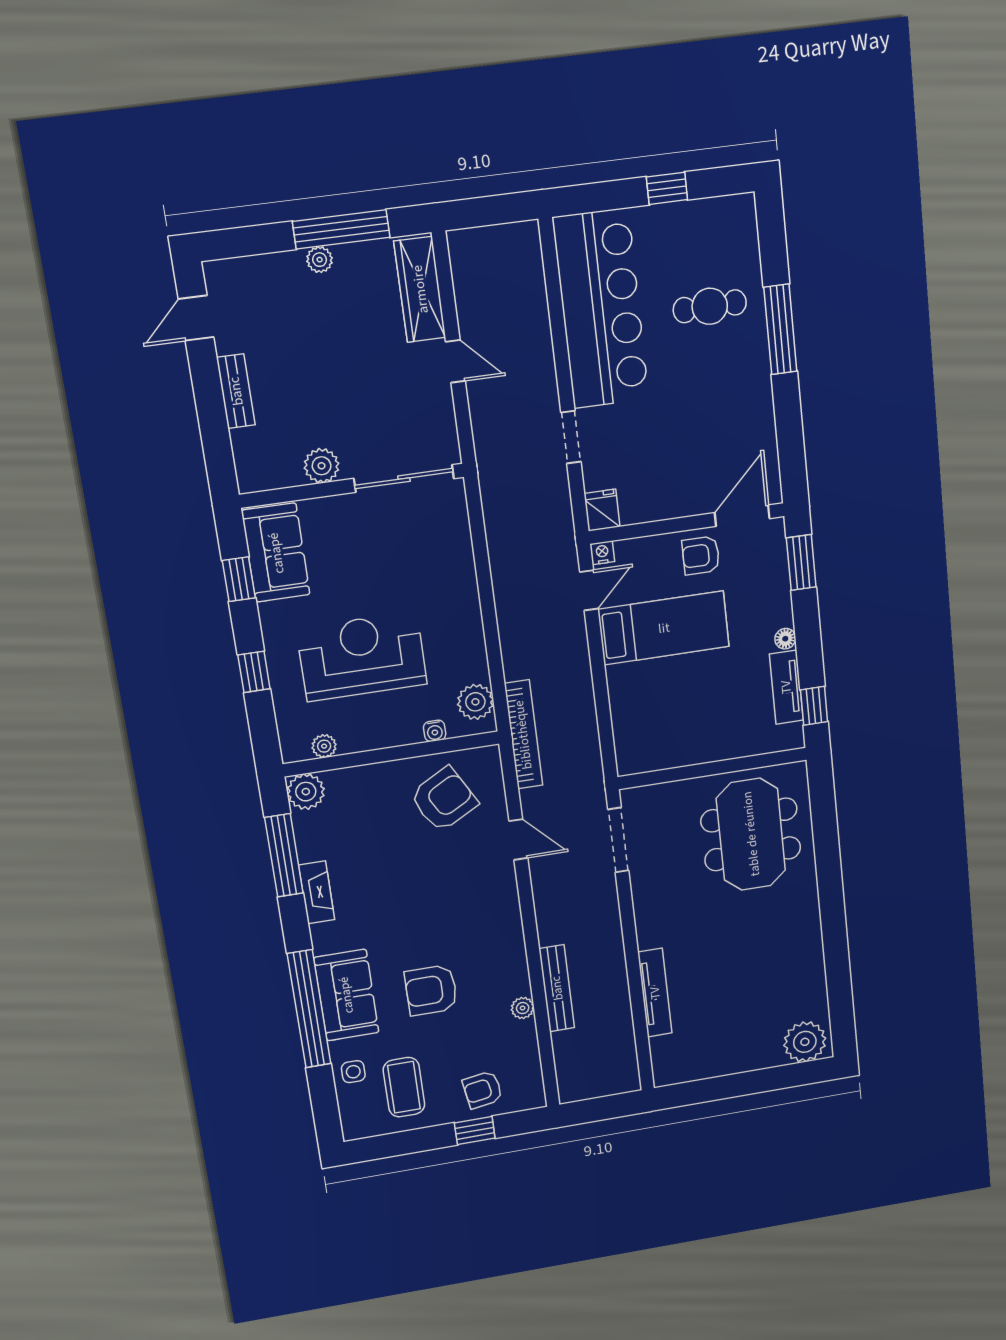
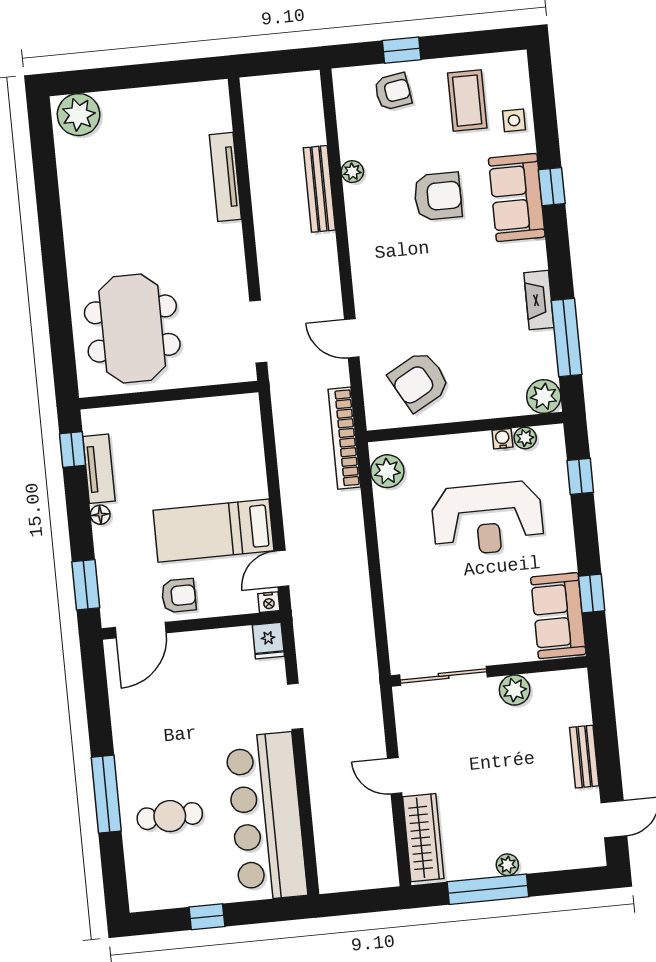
window: (254, 672) -> (580, 476), moved
water cooler: (435, 731) -> (502, 439), moved
window: (309, 1009) -> (552, 187), width x0.32

